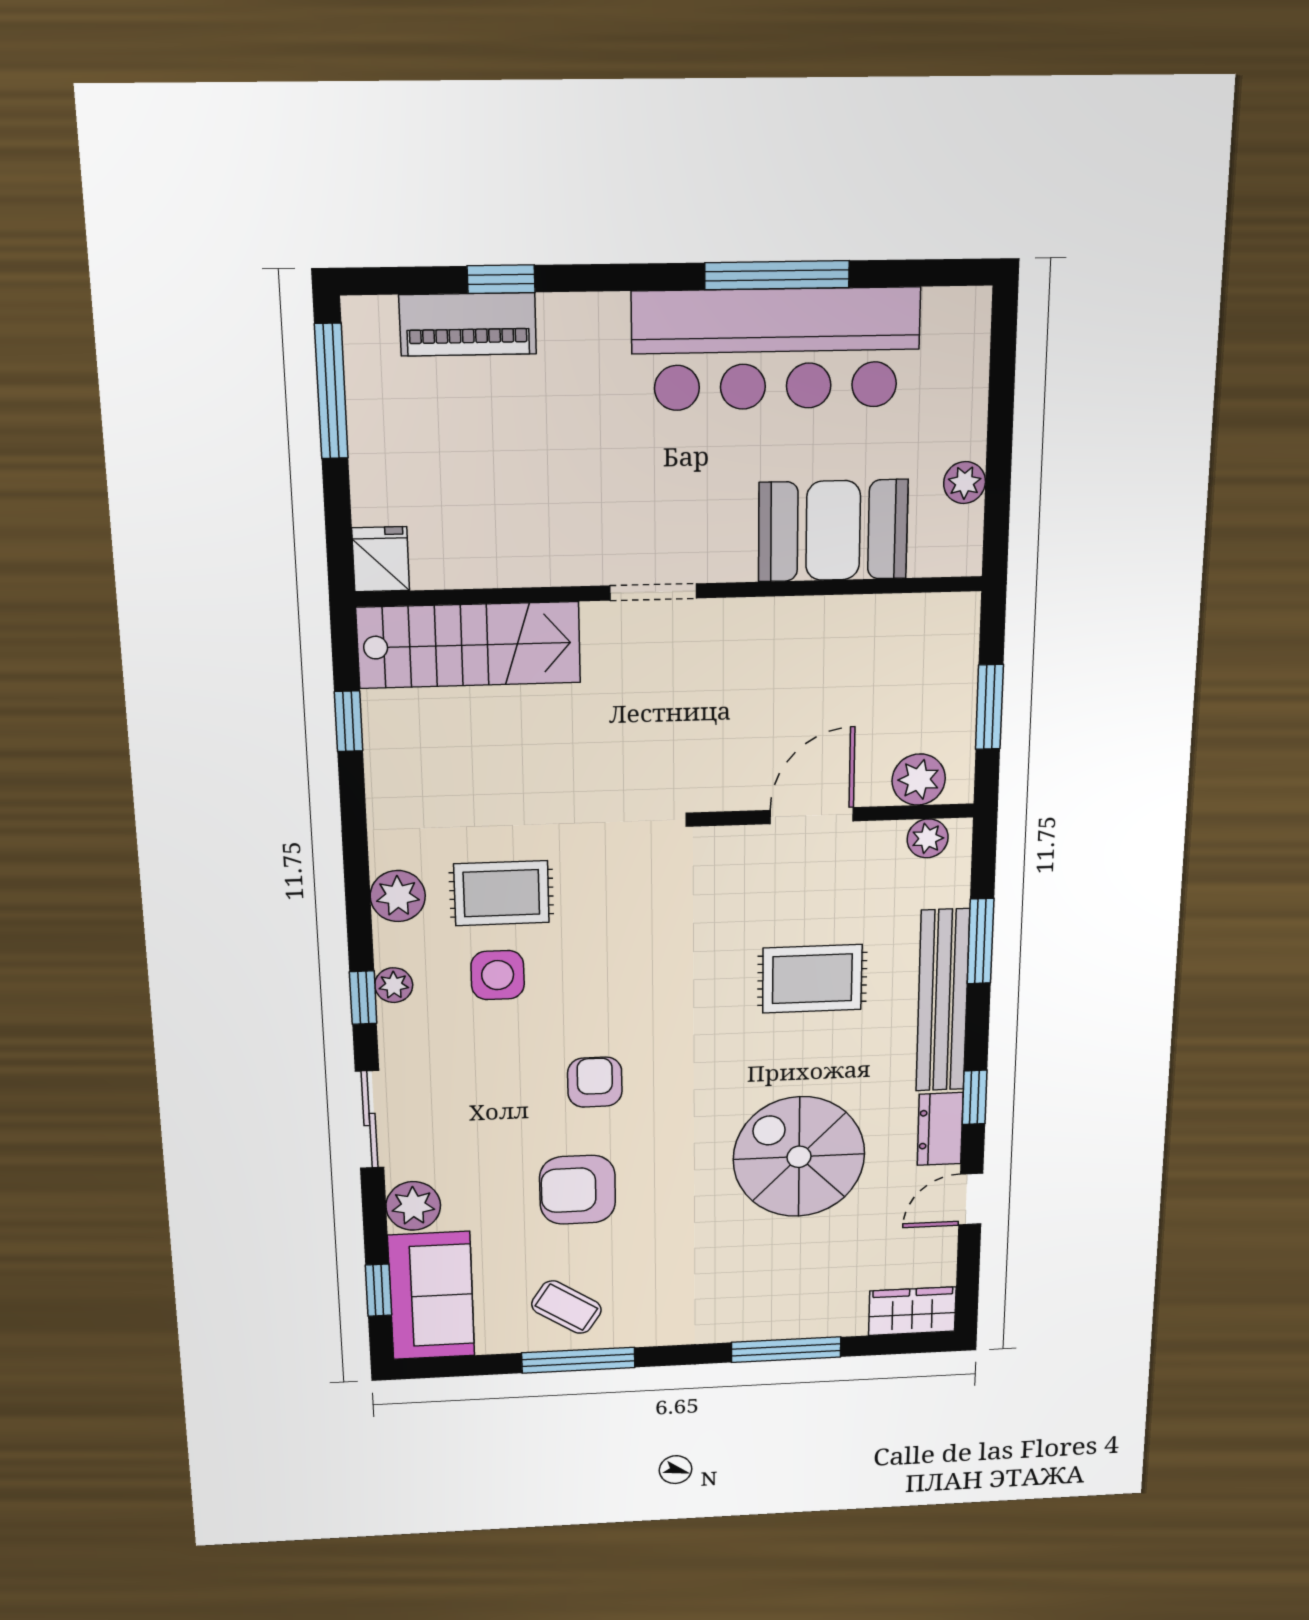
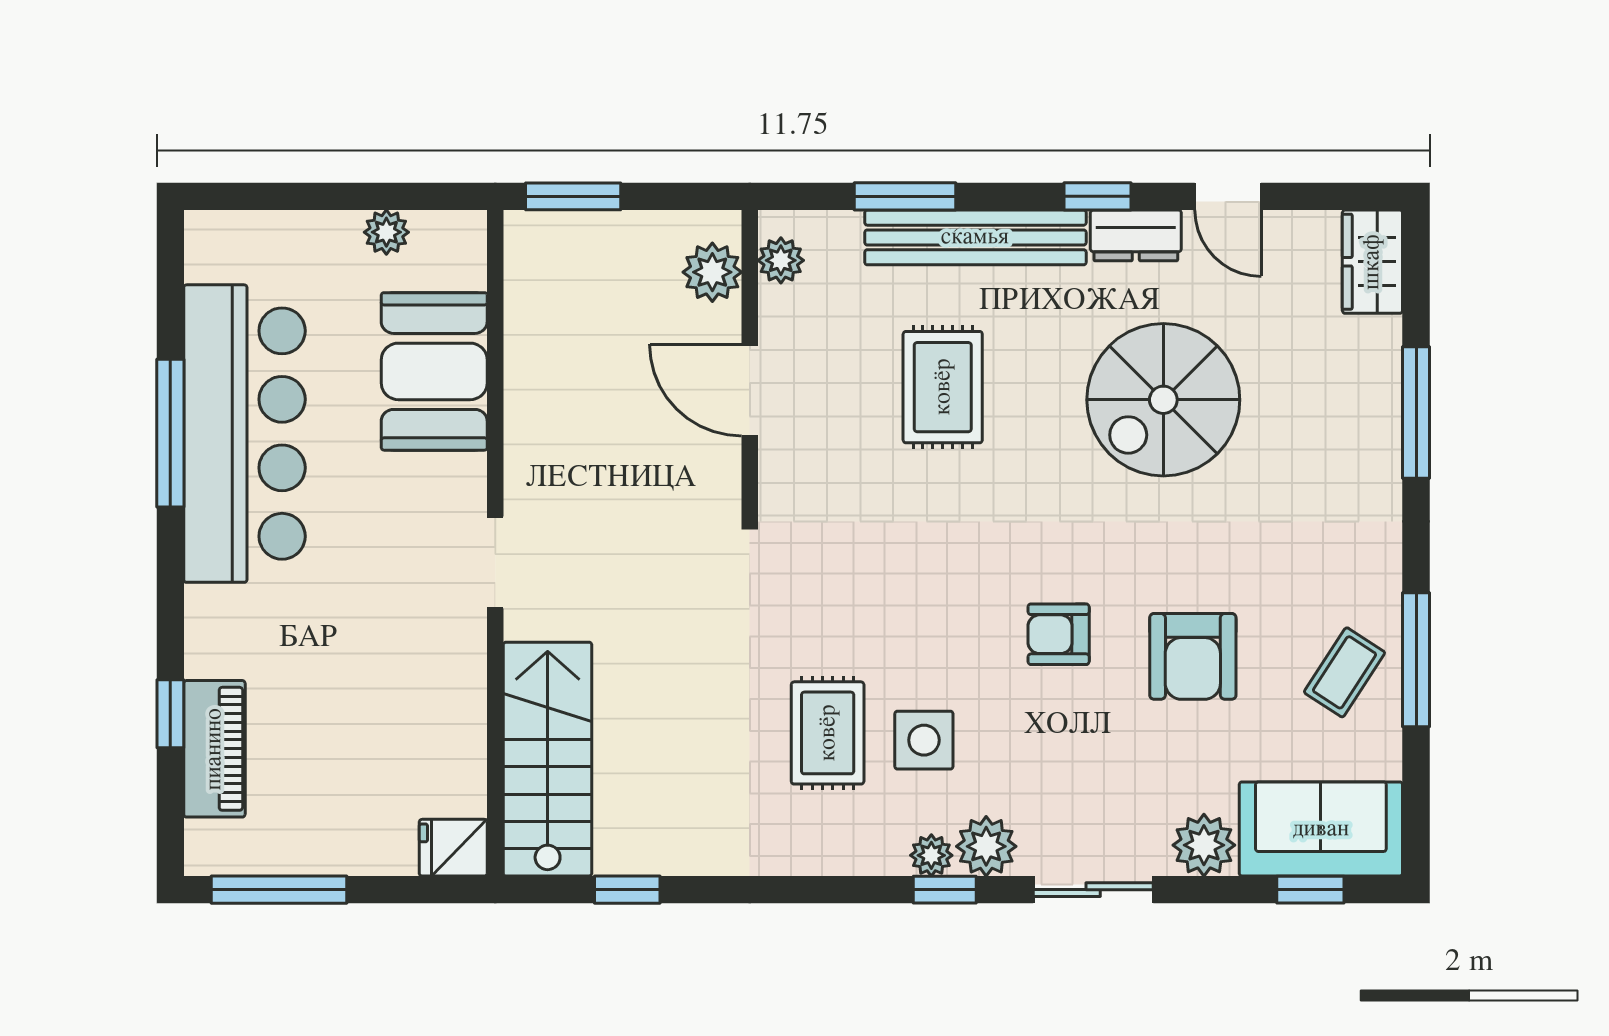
window: (989, 707) -> (573, 196), moved
plant: (398, 896) -> (986, 846), moved

